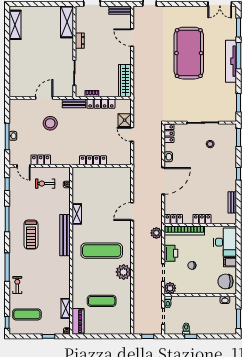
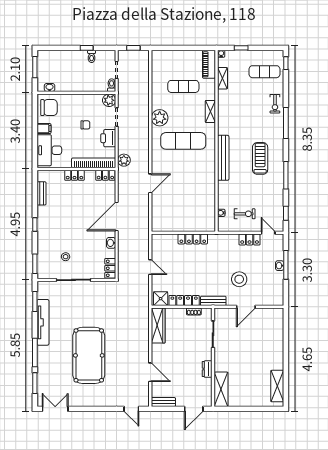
tv unit: (231, 61) -> (43, 322), moved
shower: (125, 120) -> (161, 299), moved
shelving: (77, 214) -> (210, 111), moved

